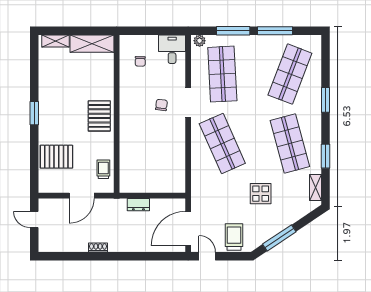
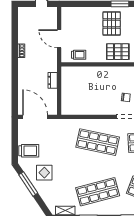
shop shelf: (222, 143) -> (98, 142), turned 36
pallet: (56, 157) -> (112, 24), moved
display table: (261, 194) -> (44, 173), moved
door: (207, 256) -> (15, 131), removed

